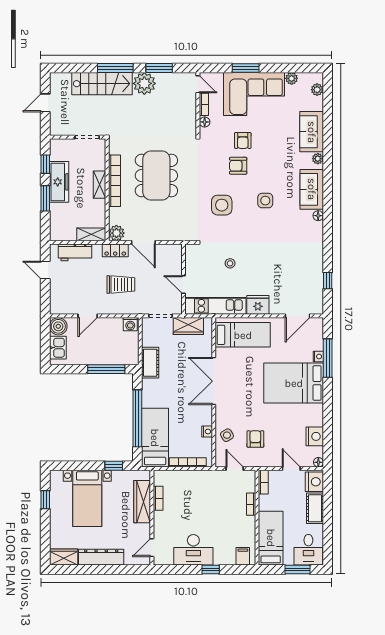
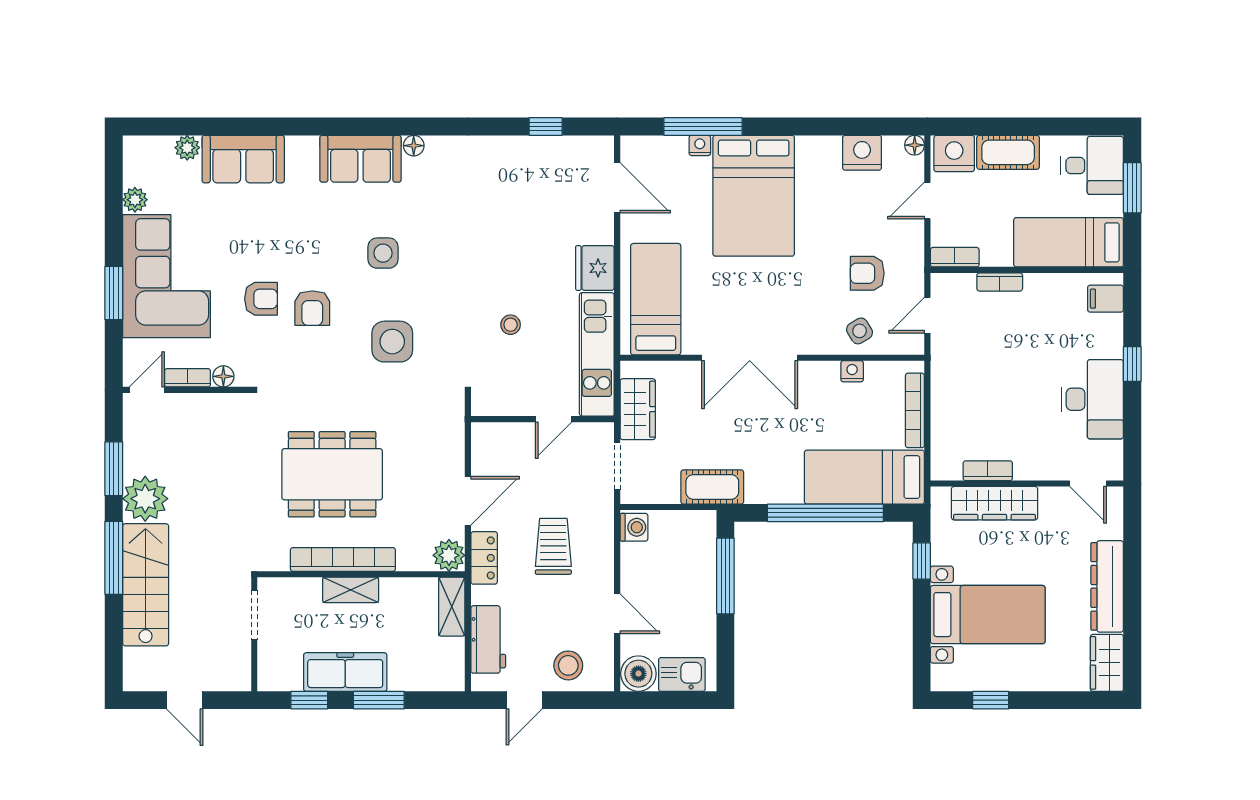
plant: (317, 90) -> (187, 148), moved
plant: (318, 159) -> (298, 147), removed
stool: (62, 292) -> (568, 665), added

